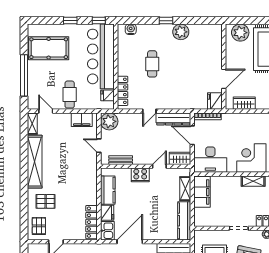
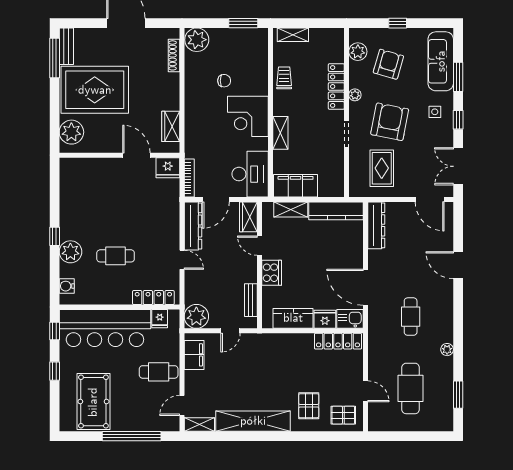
plant: (181, 32) -> (70, 252), moved
shelving: (253, 181) -> (280, 133), moved

